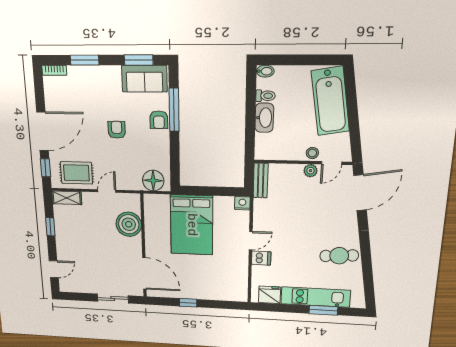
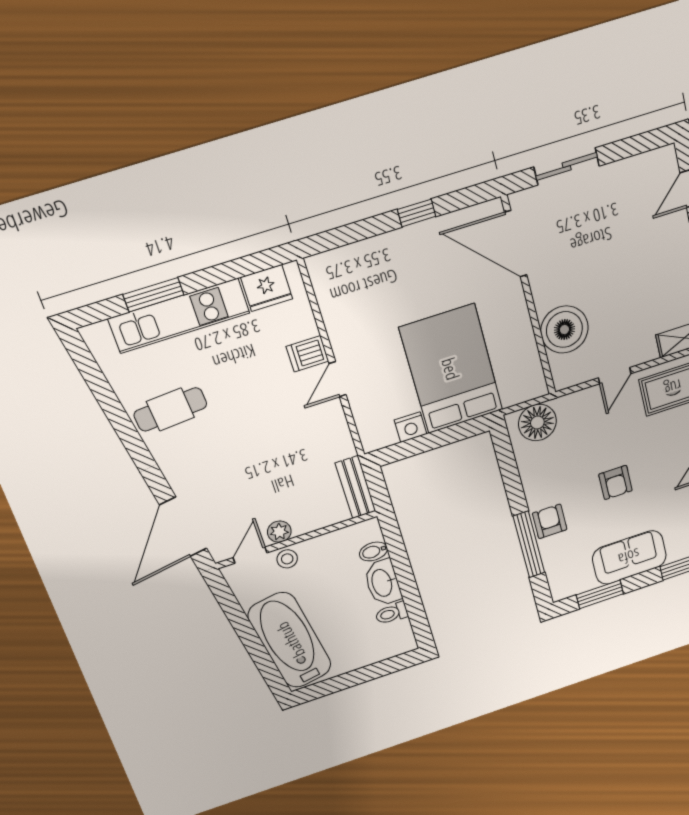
bidet: (265, 71) -> (373, 551), moved
sofa: (144, 79) -> (629, 557), moved
nightstand: (242, 203) -> (410, 427), moved

